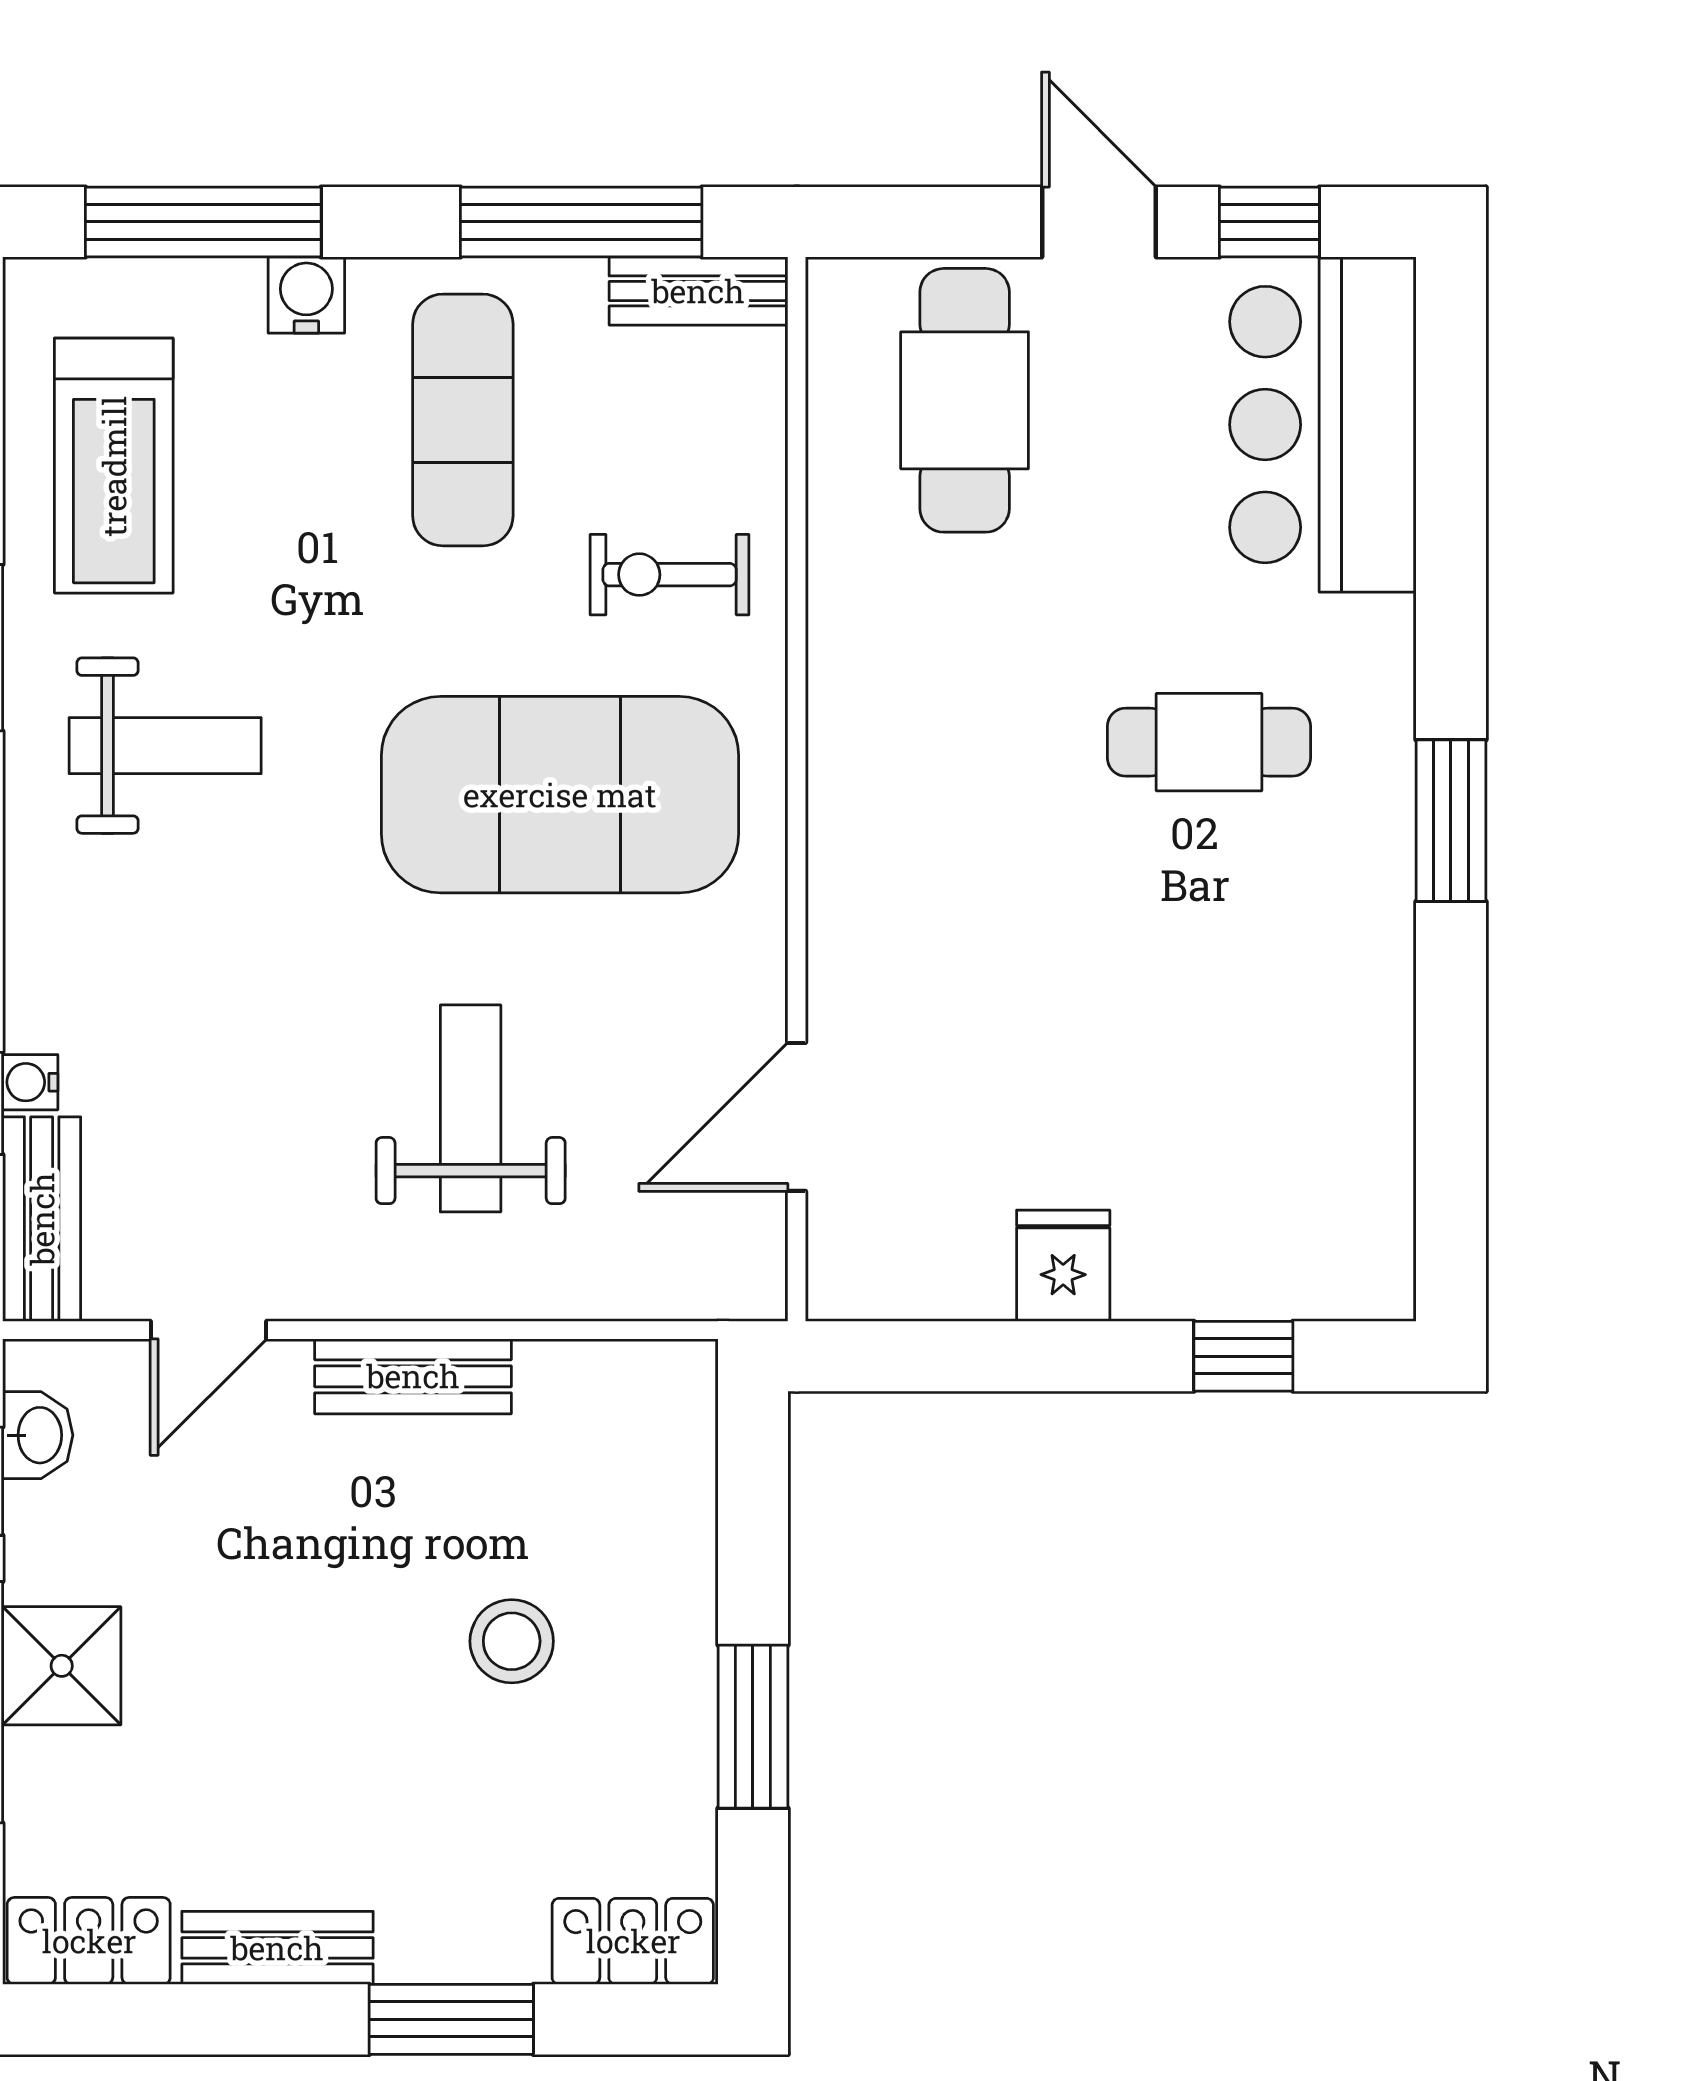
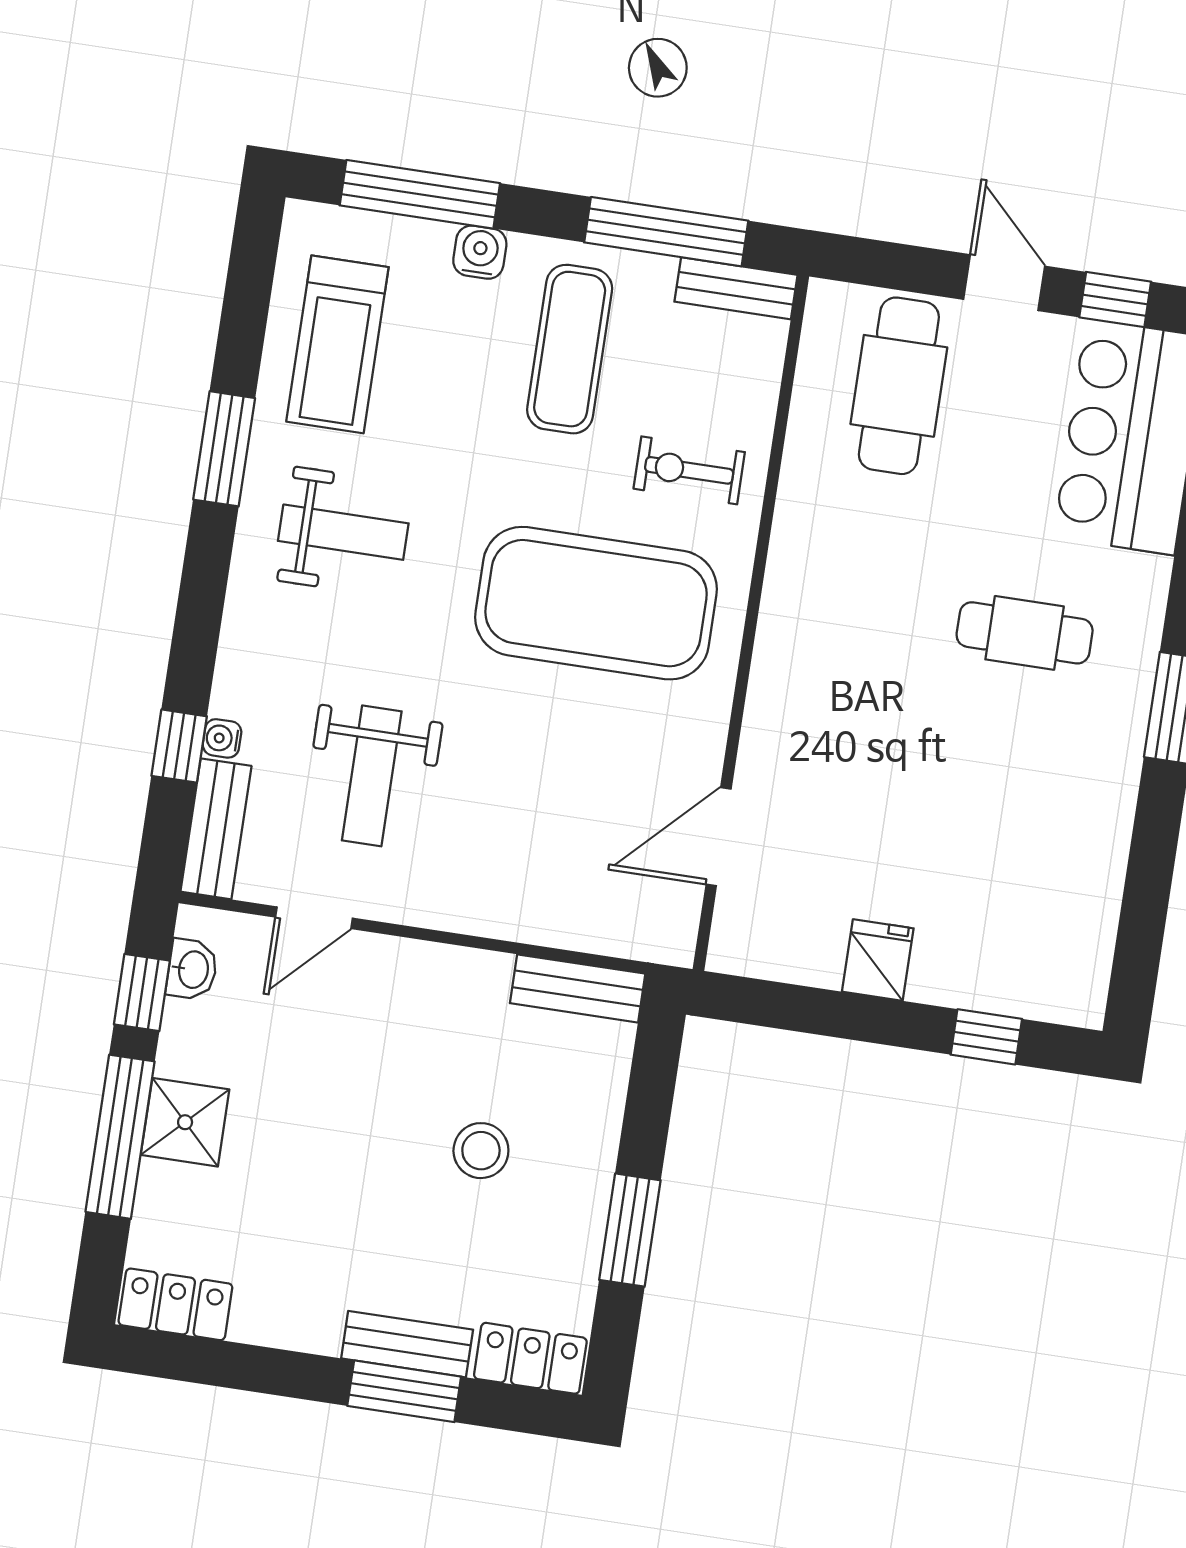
weight bench: (471, 1108) -> (372, 776), moved, turned 180
bench: (413, 1376) -> (578, 988), moved
bench: (277, 1948) -> (407, 1344), moved

